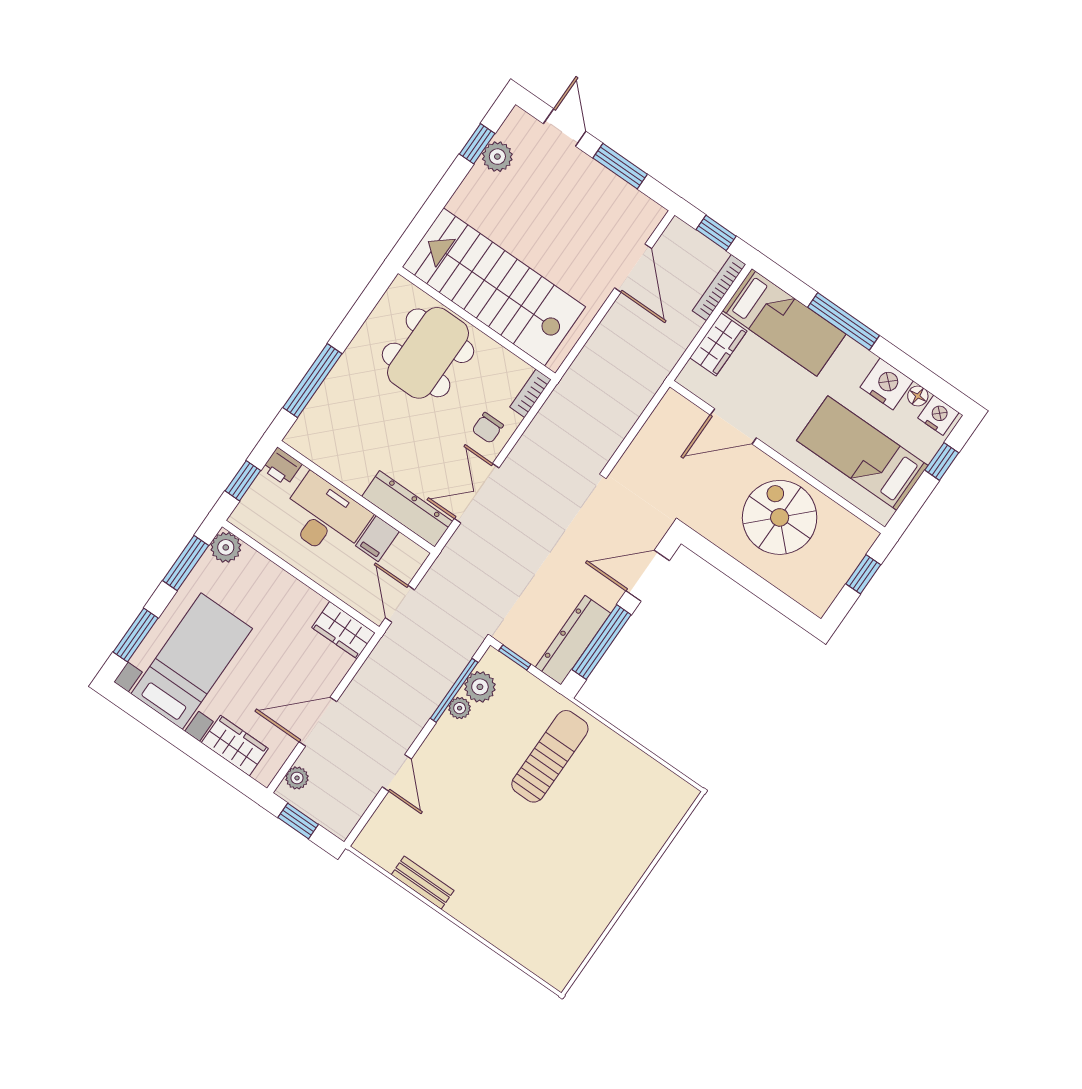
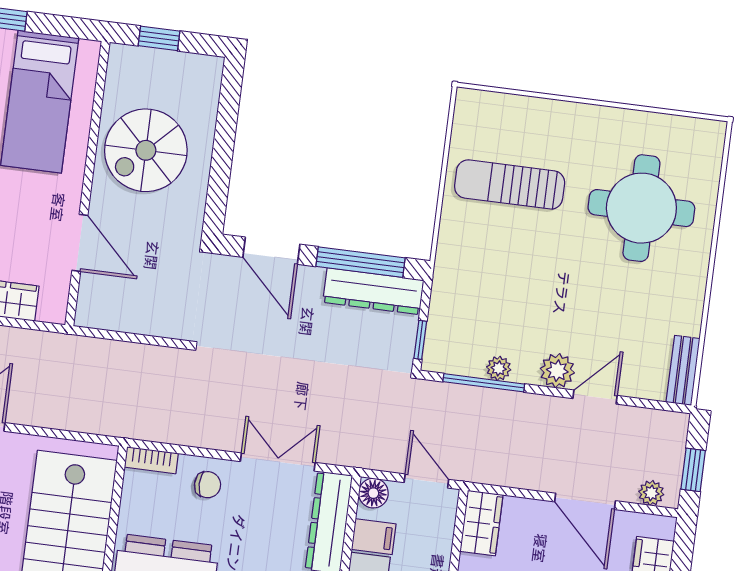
double door: (477, 493) -> (278, 462), swing flipped
floor lamp: (412, 557) -> (373, 493), added
door: (400, 604) -> (426, 481), swing flipped
plant: (480, 687) -> (557, 371), moved
sun lounger: (550, 756) -> (510, 184), moved
bench: (423, 883) -> (683, 370), moved
round table: (528, 888) -> (641, 208), added

